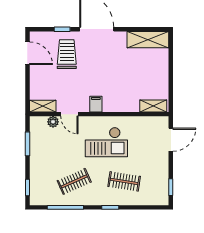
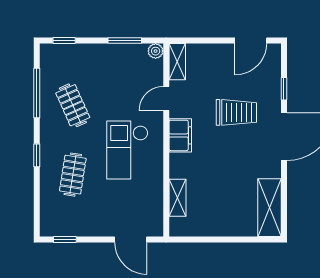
trolley: (67, 54) -> (236, 112), moved
filing cabinet: (96, 104) -> (180, 135), width x2.00
shelving: (153, 106) -> (177, 198), moved
plant: (53, 122) -> (156, 51), moved

